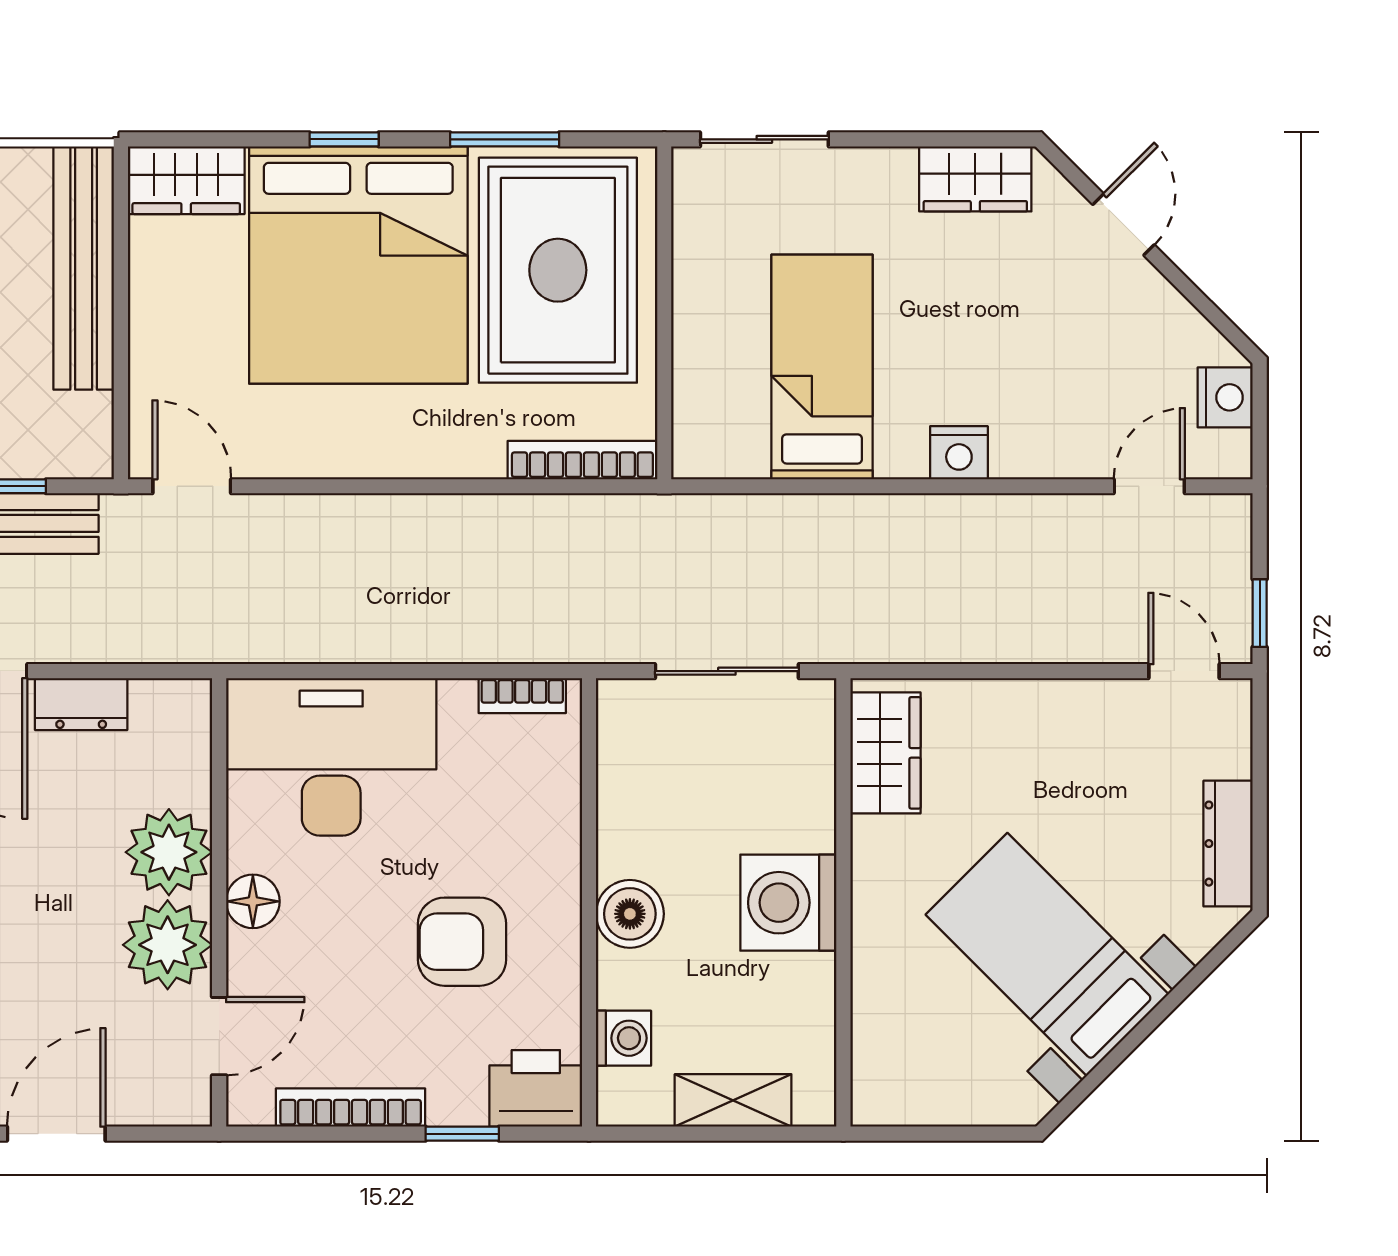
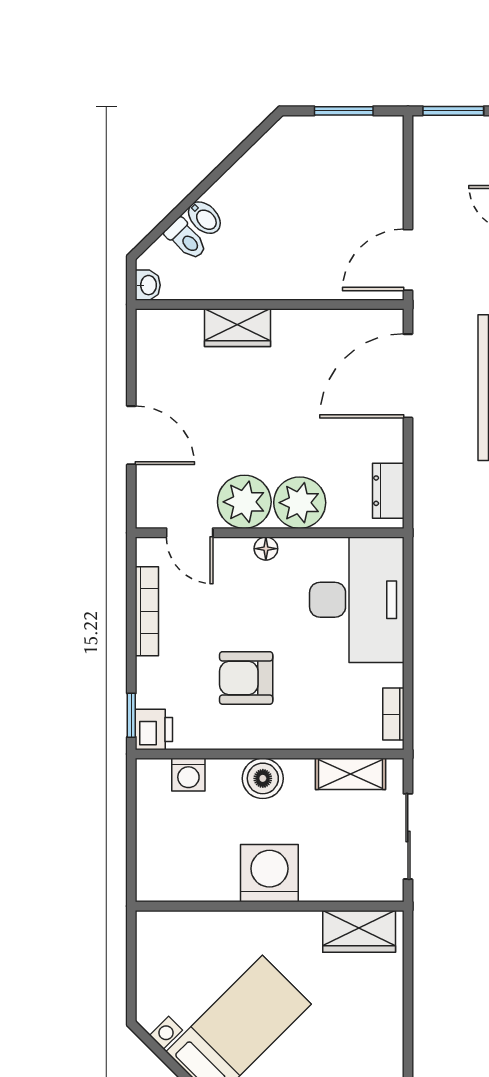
dresser: (81, 704) -> (388, 491), moved
floor lamp: (253, 901) -> (266, 549), width x0.73, depth x0.73
armchair: (462, 942) -> (246, 678), turned -90
printer: (536, 1088) -> (154, 730), width x0.73, depth x0.81
shelving: (733, 1100) -> (351, 774), moved, turned 90
window: (462, 1134) -> (131, 715), moved

